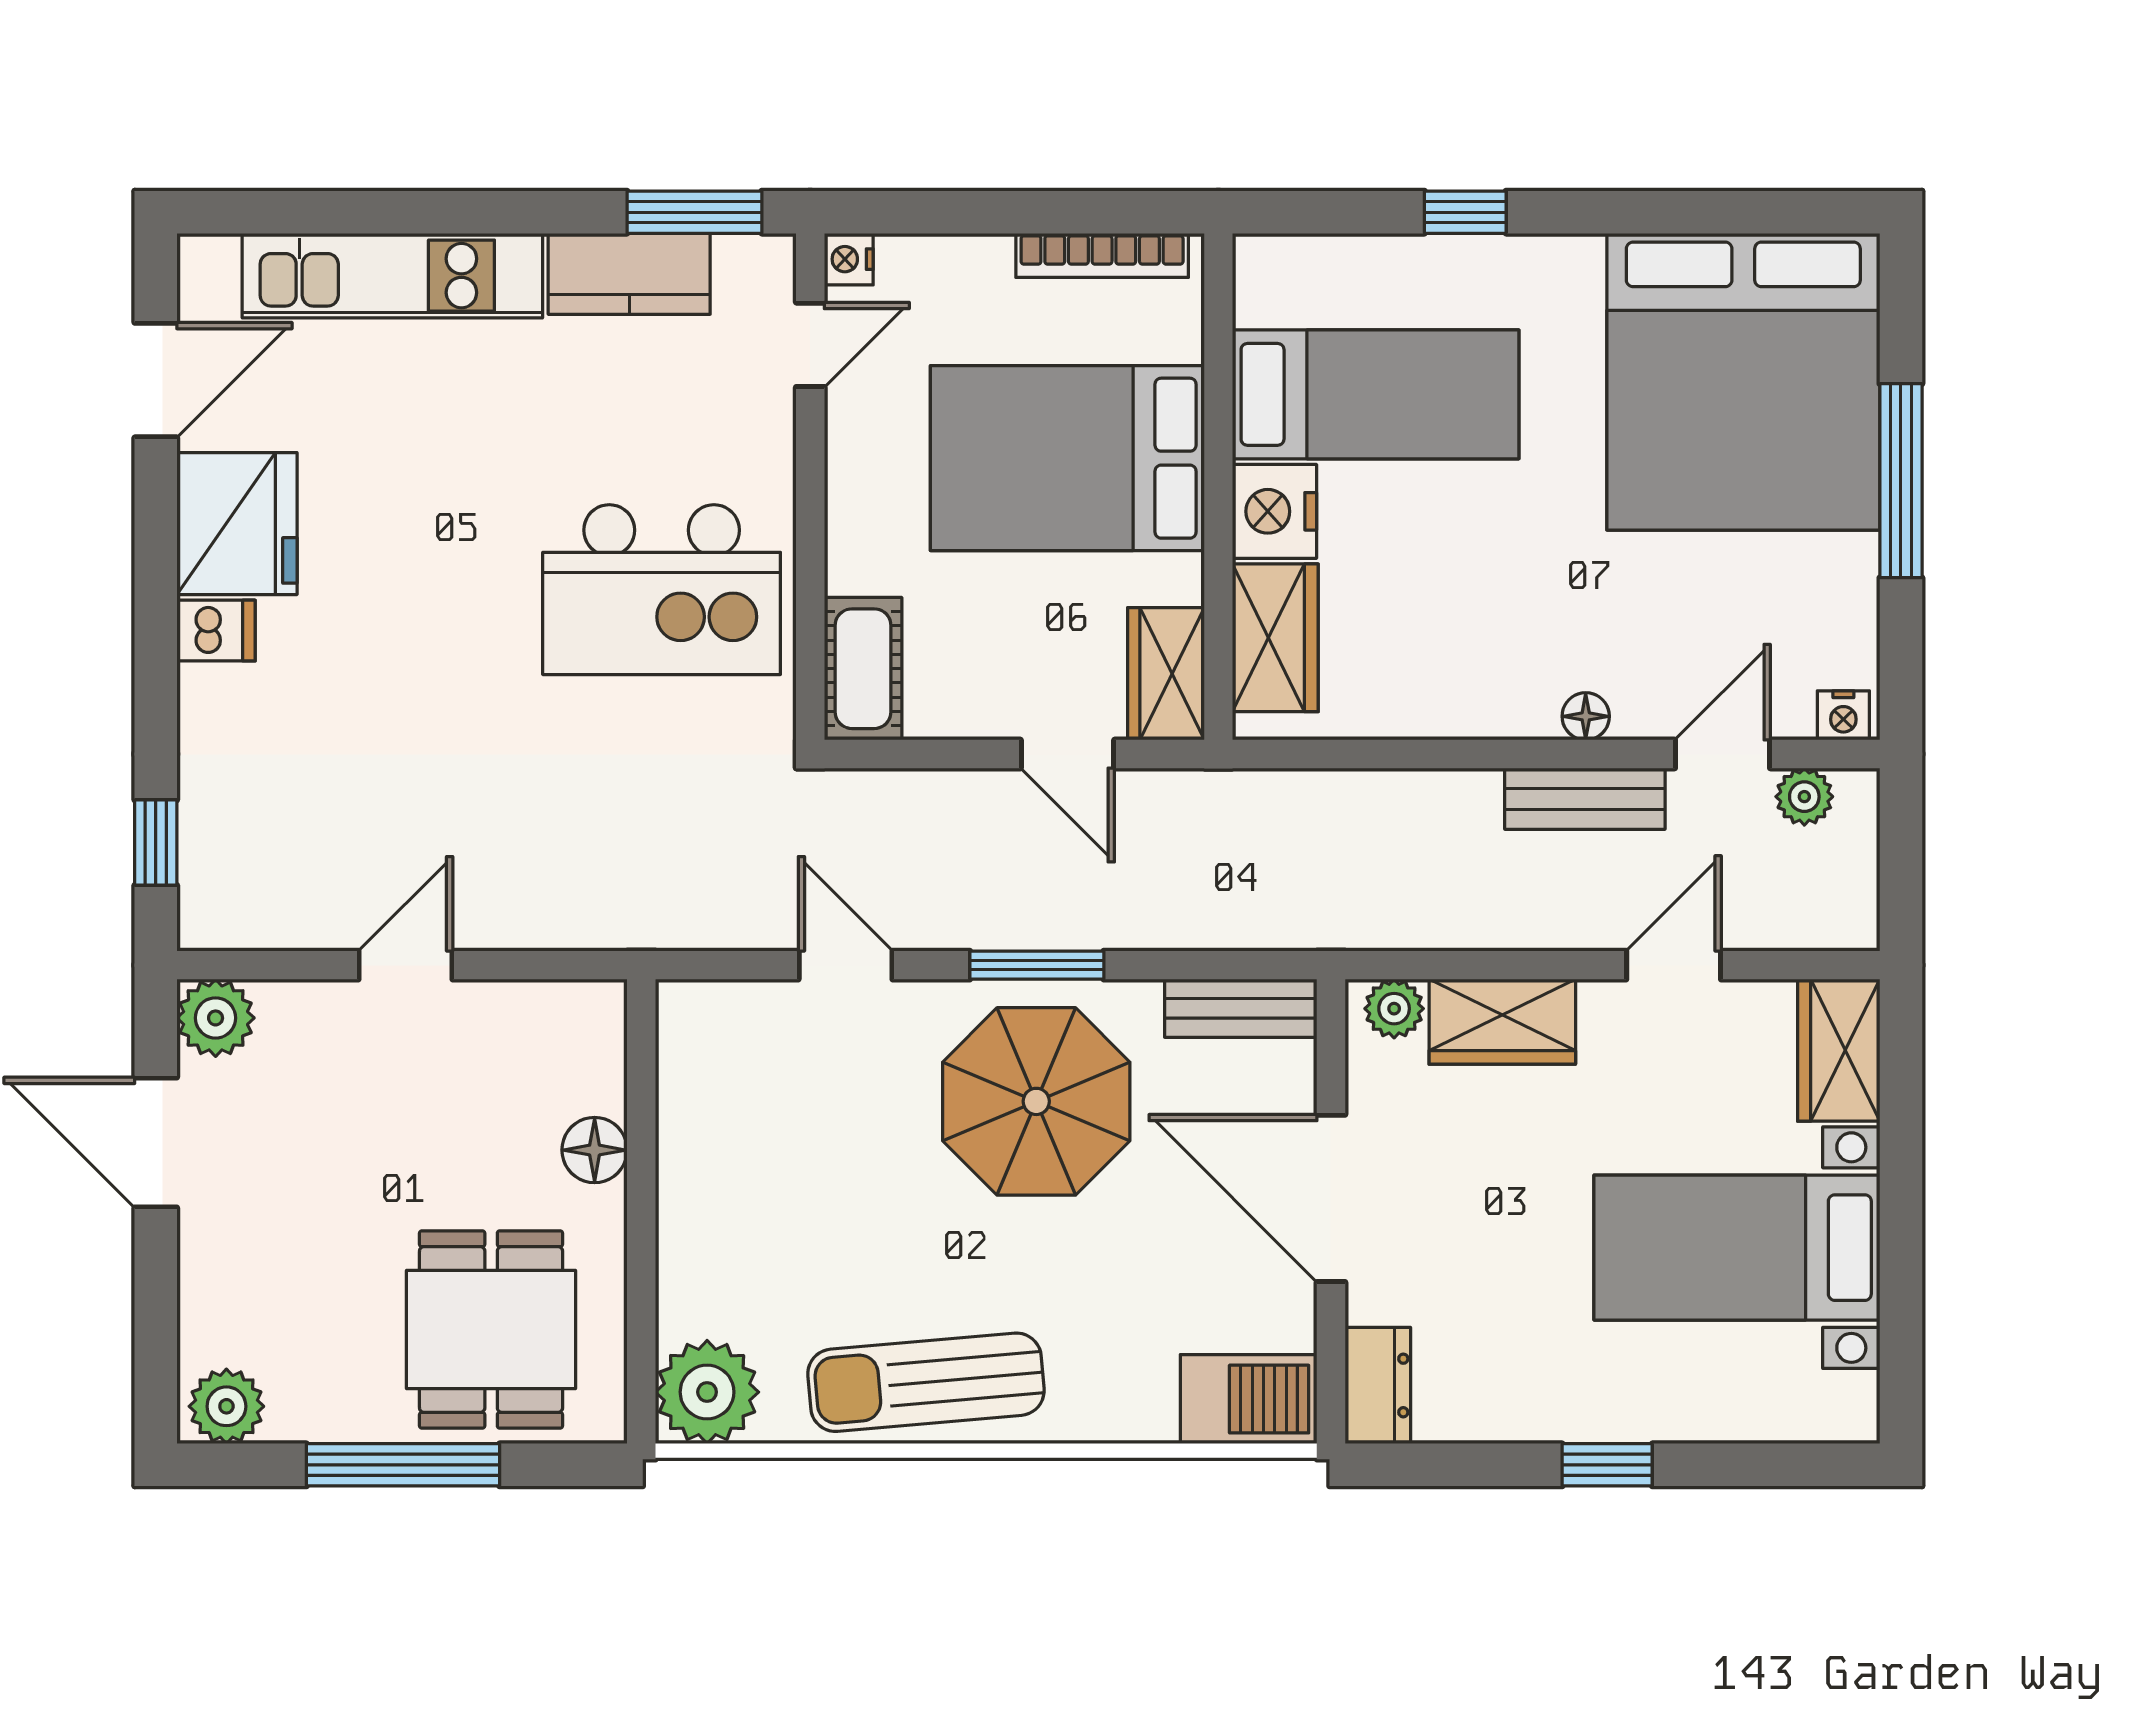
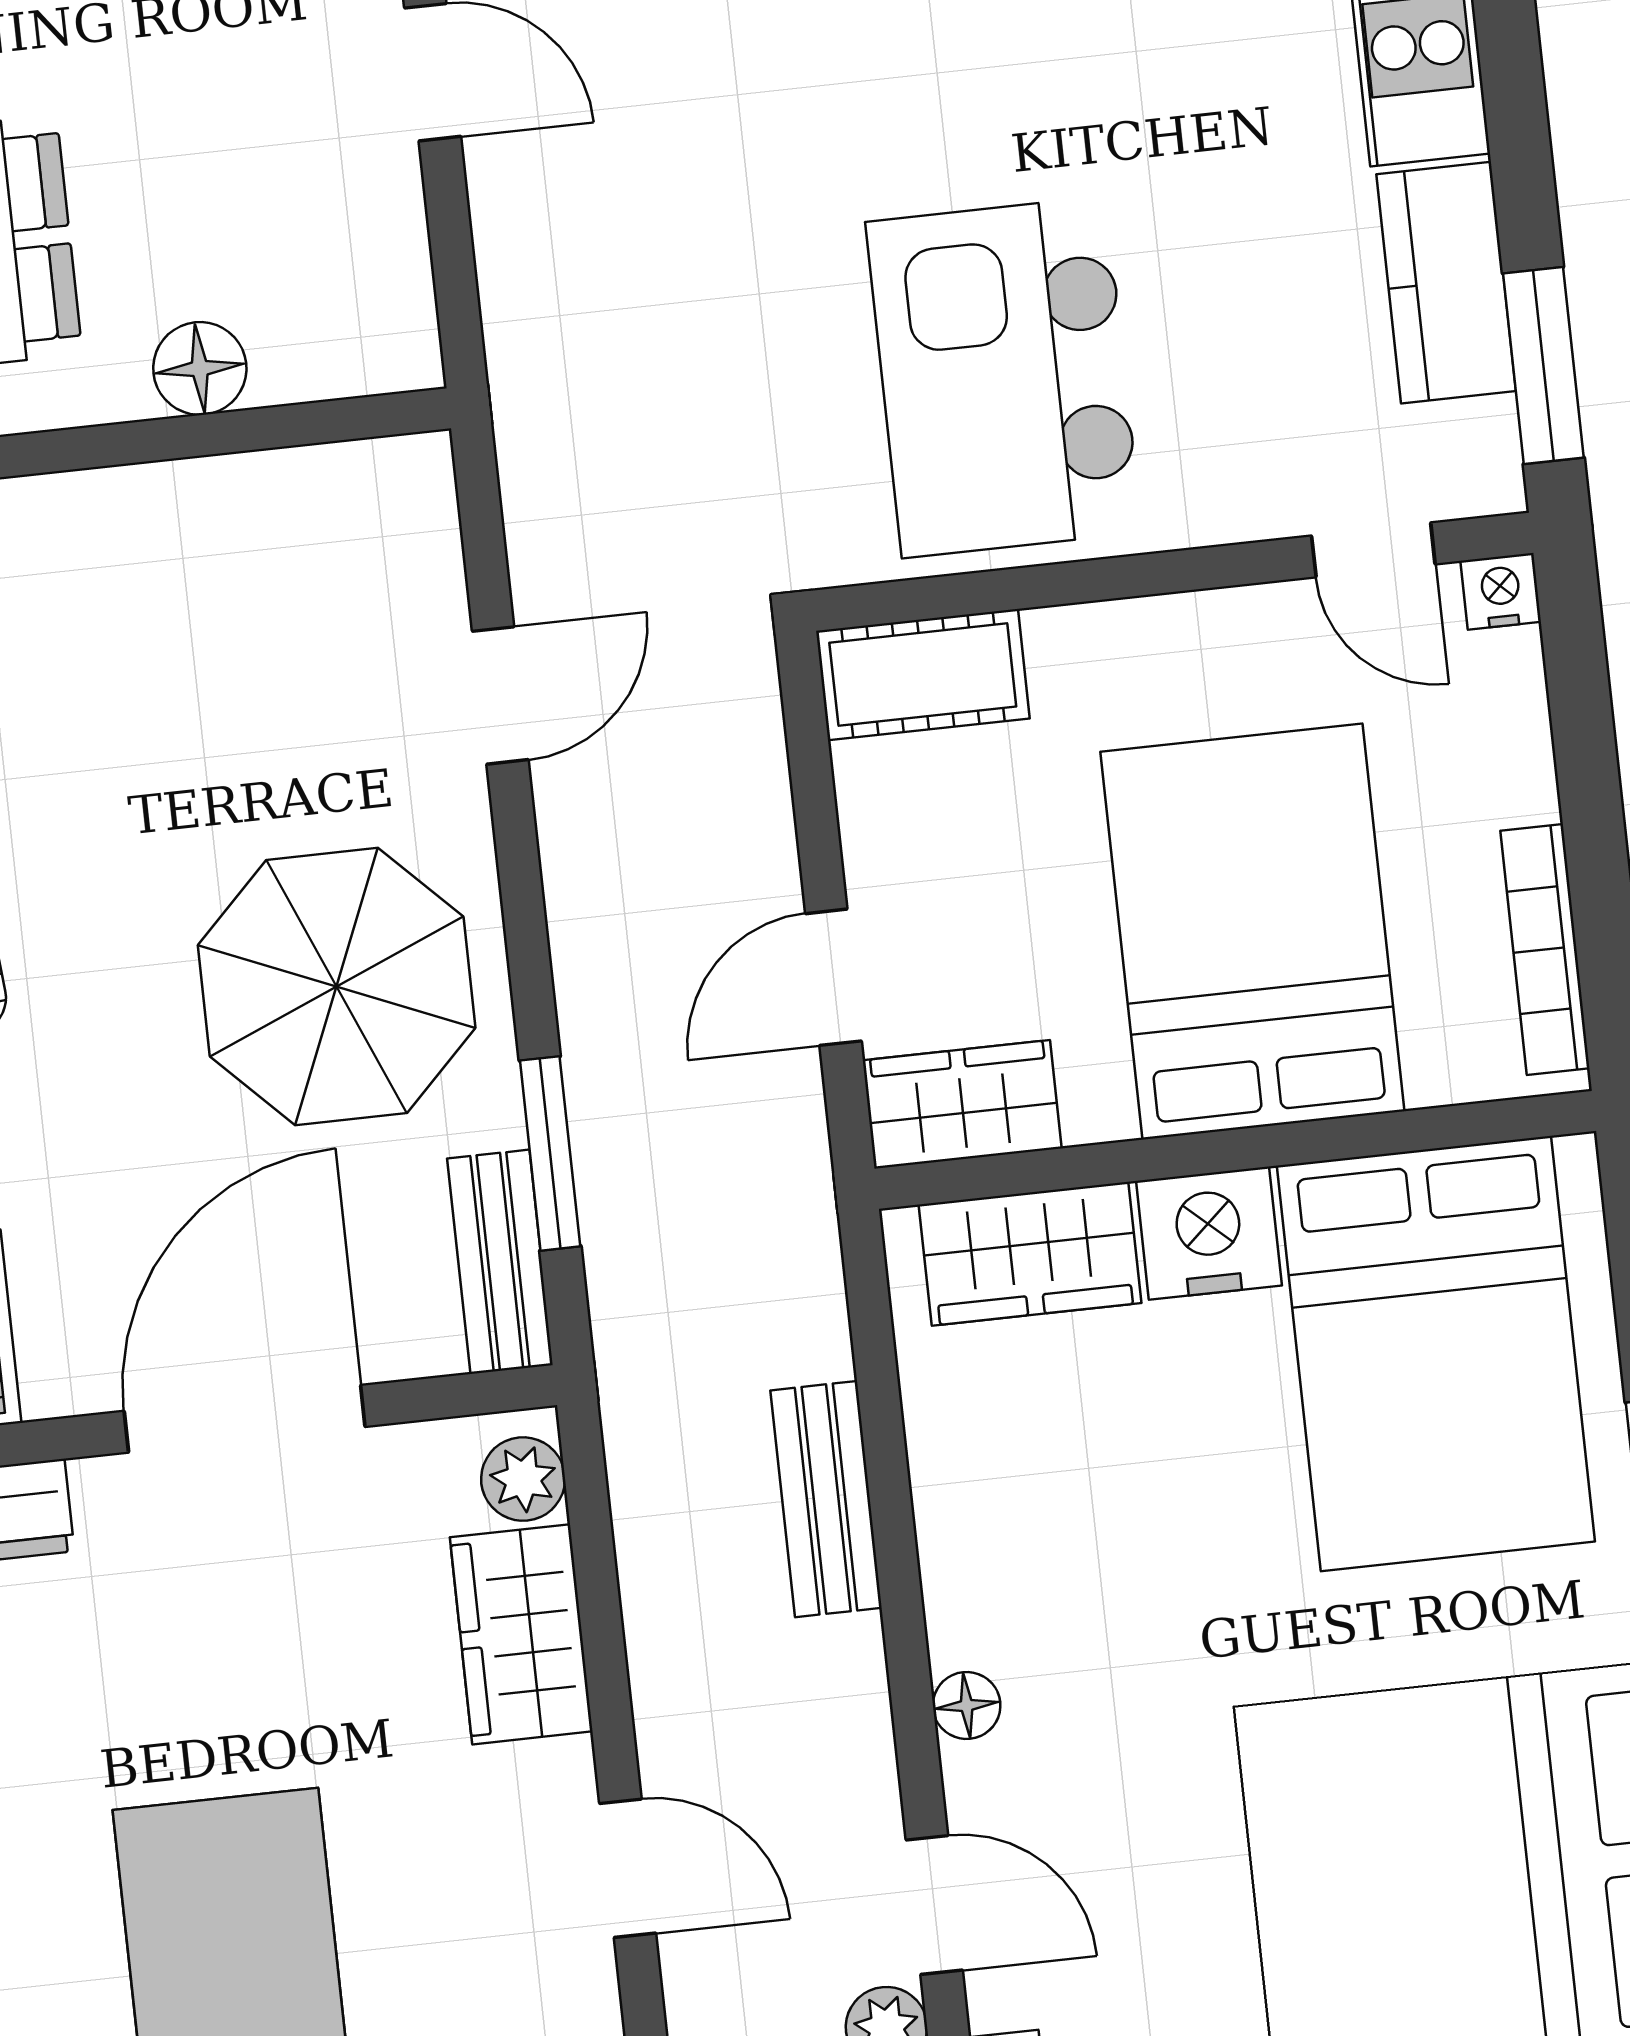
bed: (1376, 394) -> (1436, 1354), width x1.50
bench: (1585, 799) -> (826, 1499), moved
window: (1037, 965) -> (550, 1153), moved

